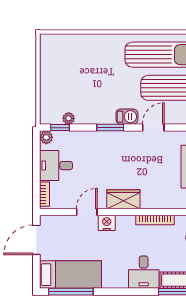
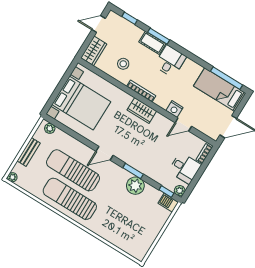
barbecue: (127, 117) -> (168, 203), moved
plant: (69, 118) -> (135, 186), moved, width x1.87, depth x1.87
wardrobe: (123, 199) -> (142, 111), moved

